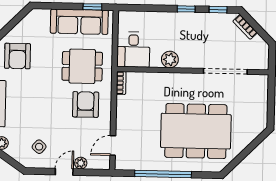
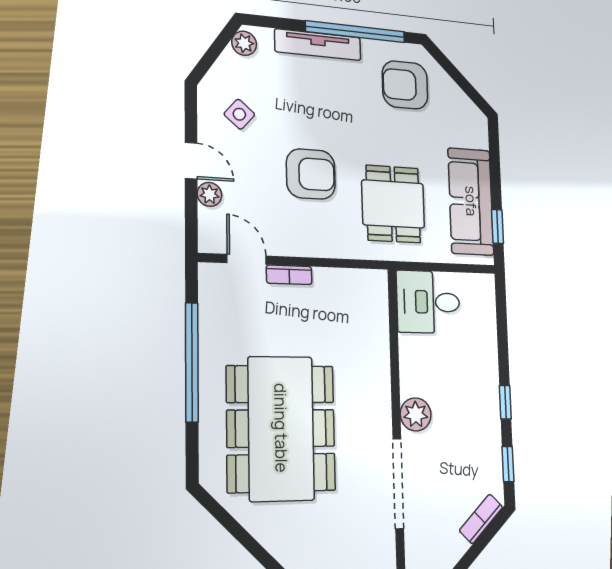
plant: (170, 59) -> (416, 414), moved
bookcase: (121, 83) -> (289, 275), moved
armchair: (86, 104) -> (311, 174), moved

